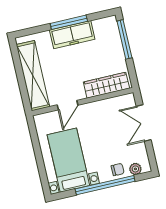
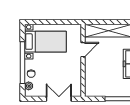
wardrobe: (106, 85) -> (90, 79), removed
door: (68, 105) -> (83, 50), swing flipped

